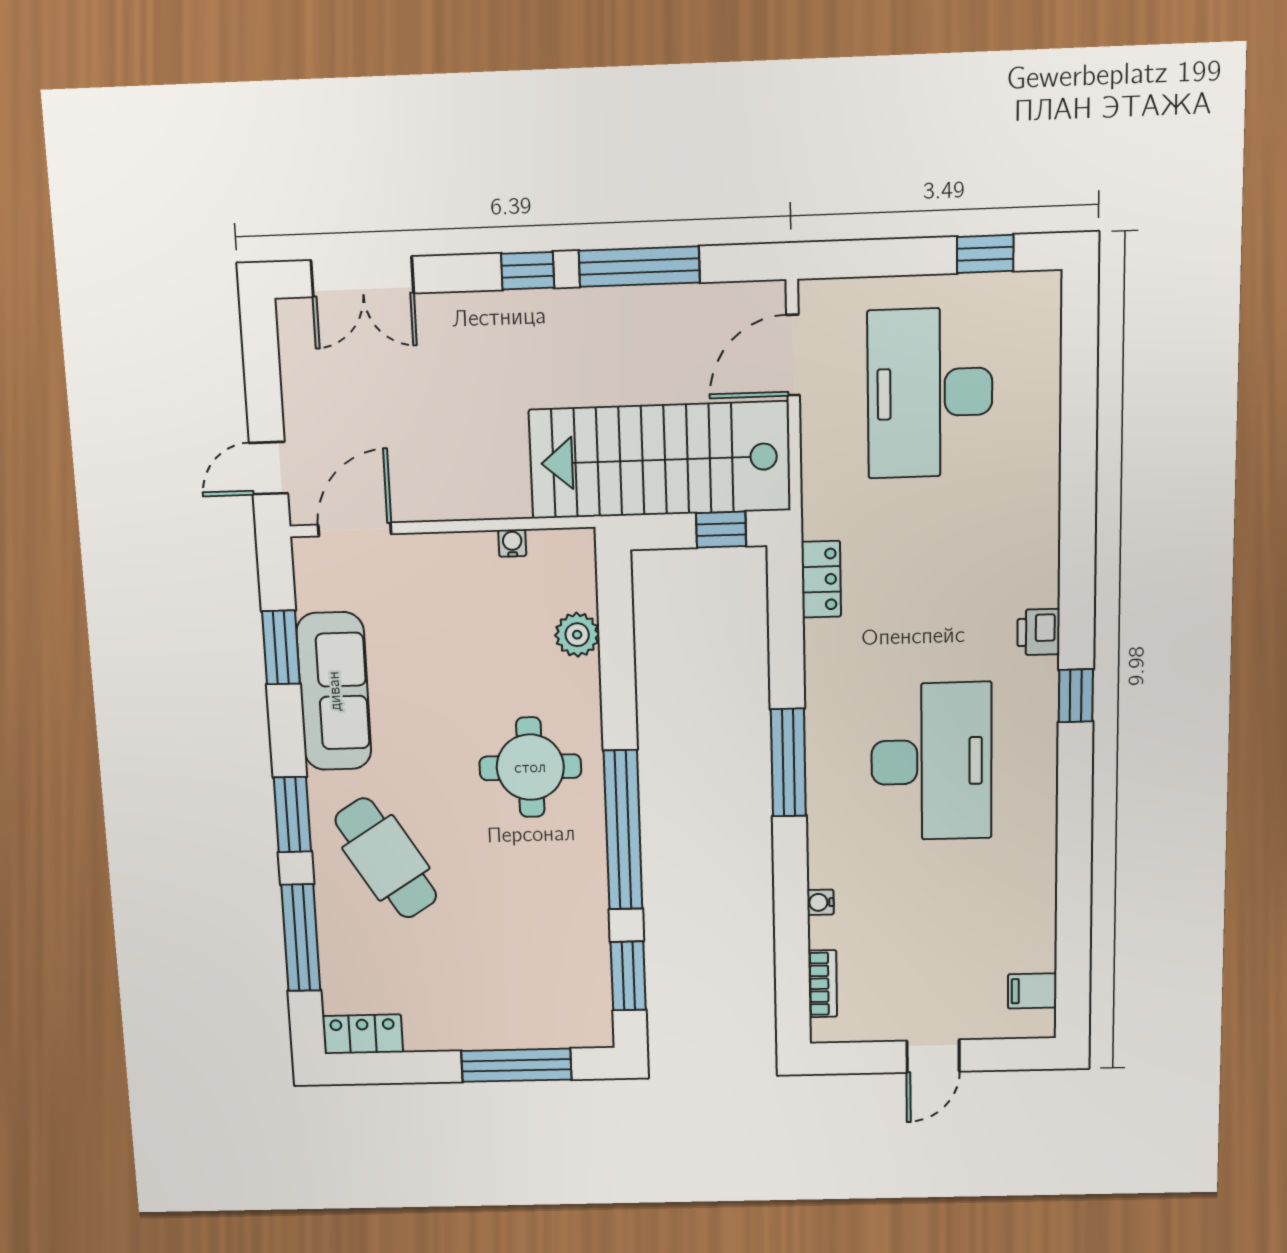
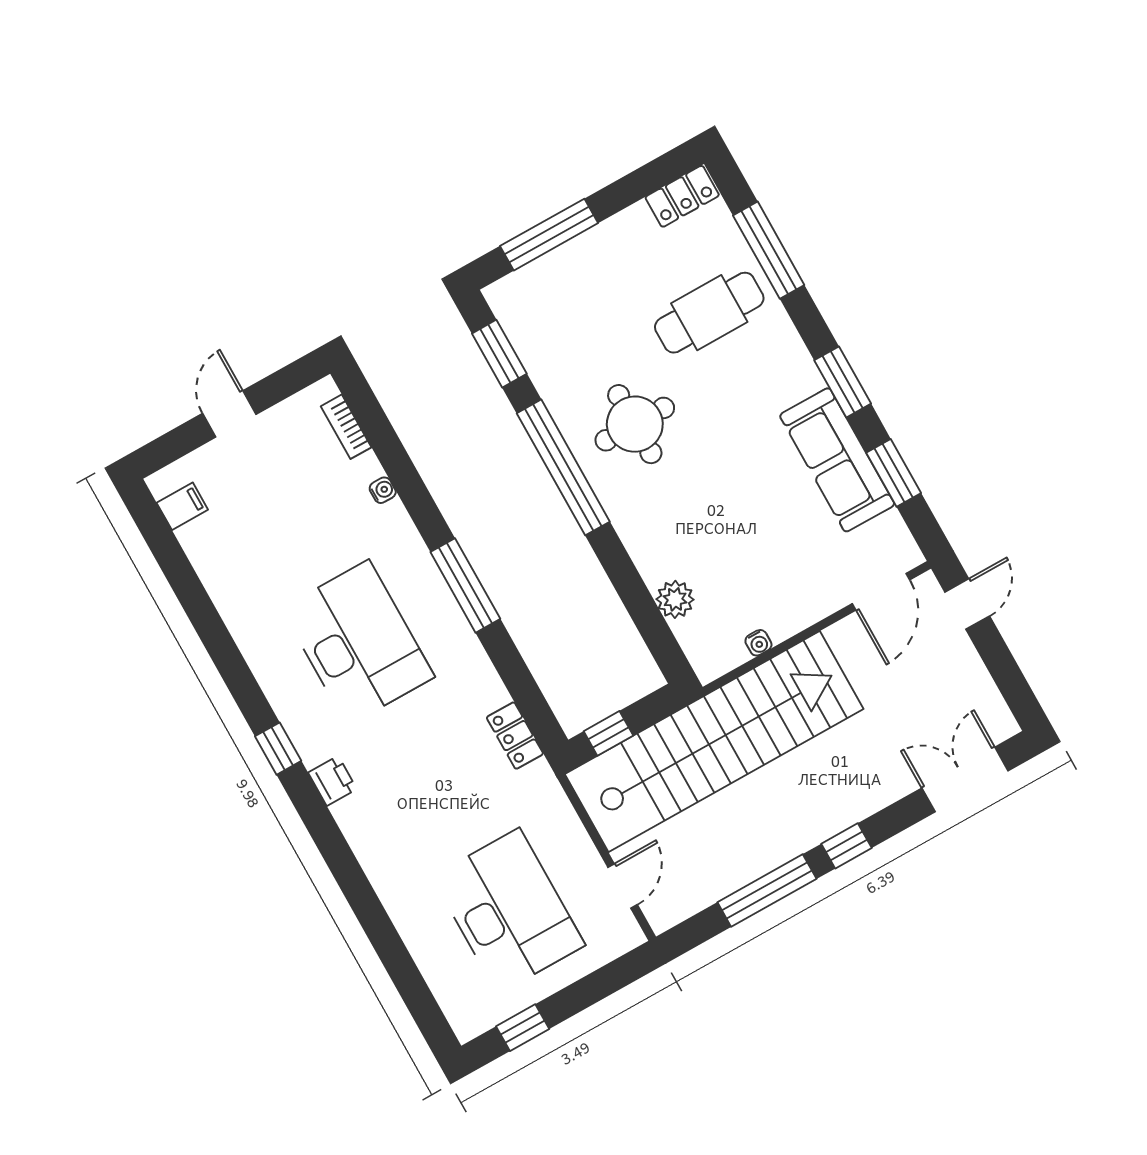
door: (793, 355) -> (623, 886), width x0.73
stairs: (660, 460) -> (714, 742), width x1.36
desk: (931, 762) -> (358, 643), turned 180
round table: (530, 767) -> (635, 424), moved
window: (292, 815) -> (843, 382), moved
cafe table: (386, 858) -> (709, 313), moved, turned -58

